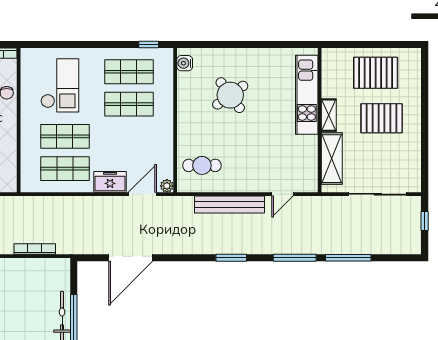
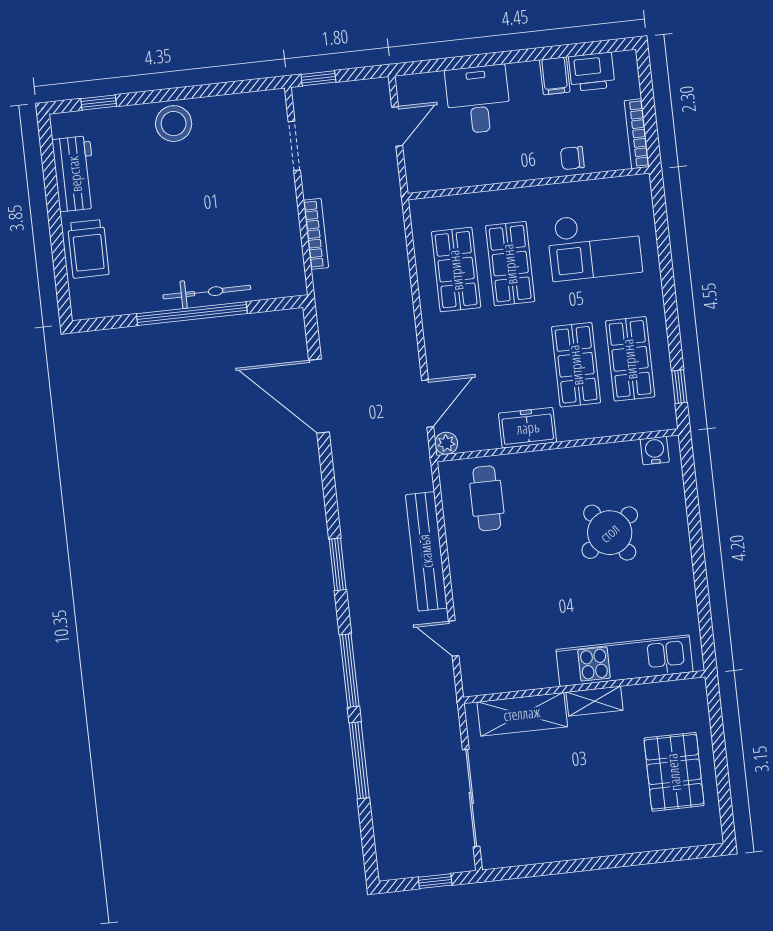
pallet: (382, 118) -> (599, 790), removed
freezer: (110, 182) -> (528, 428), moved, turned -90
door: (142, 194) -> (428, 404), hinge flipped

